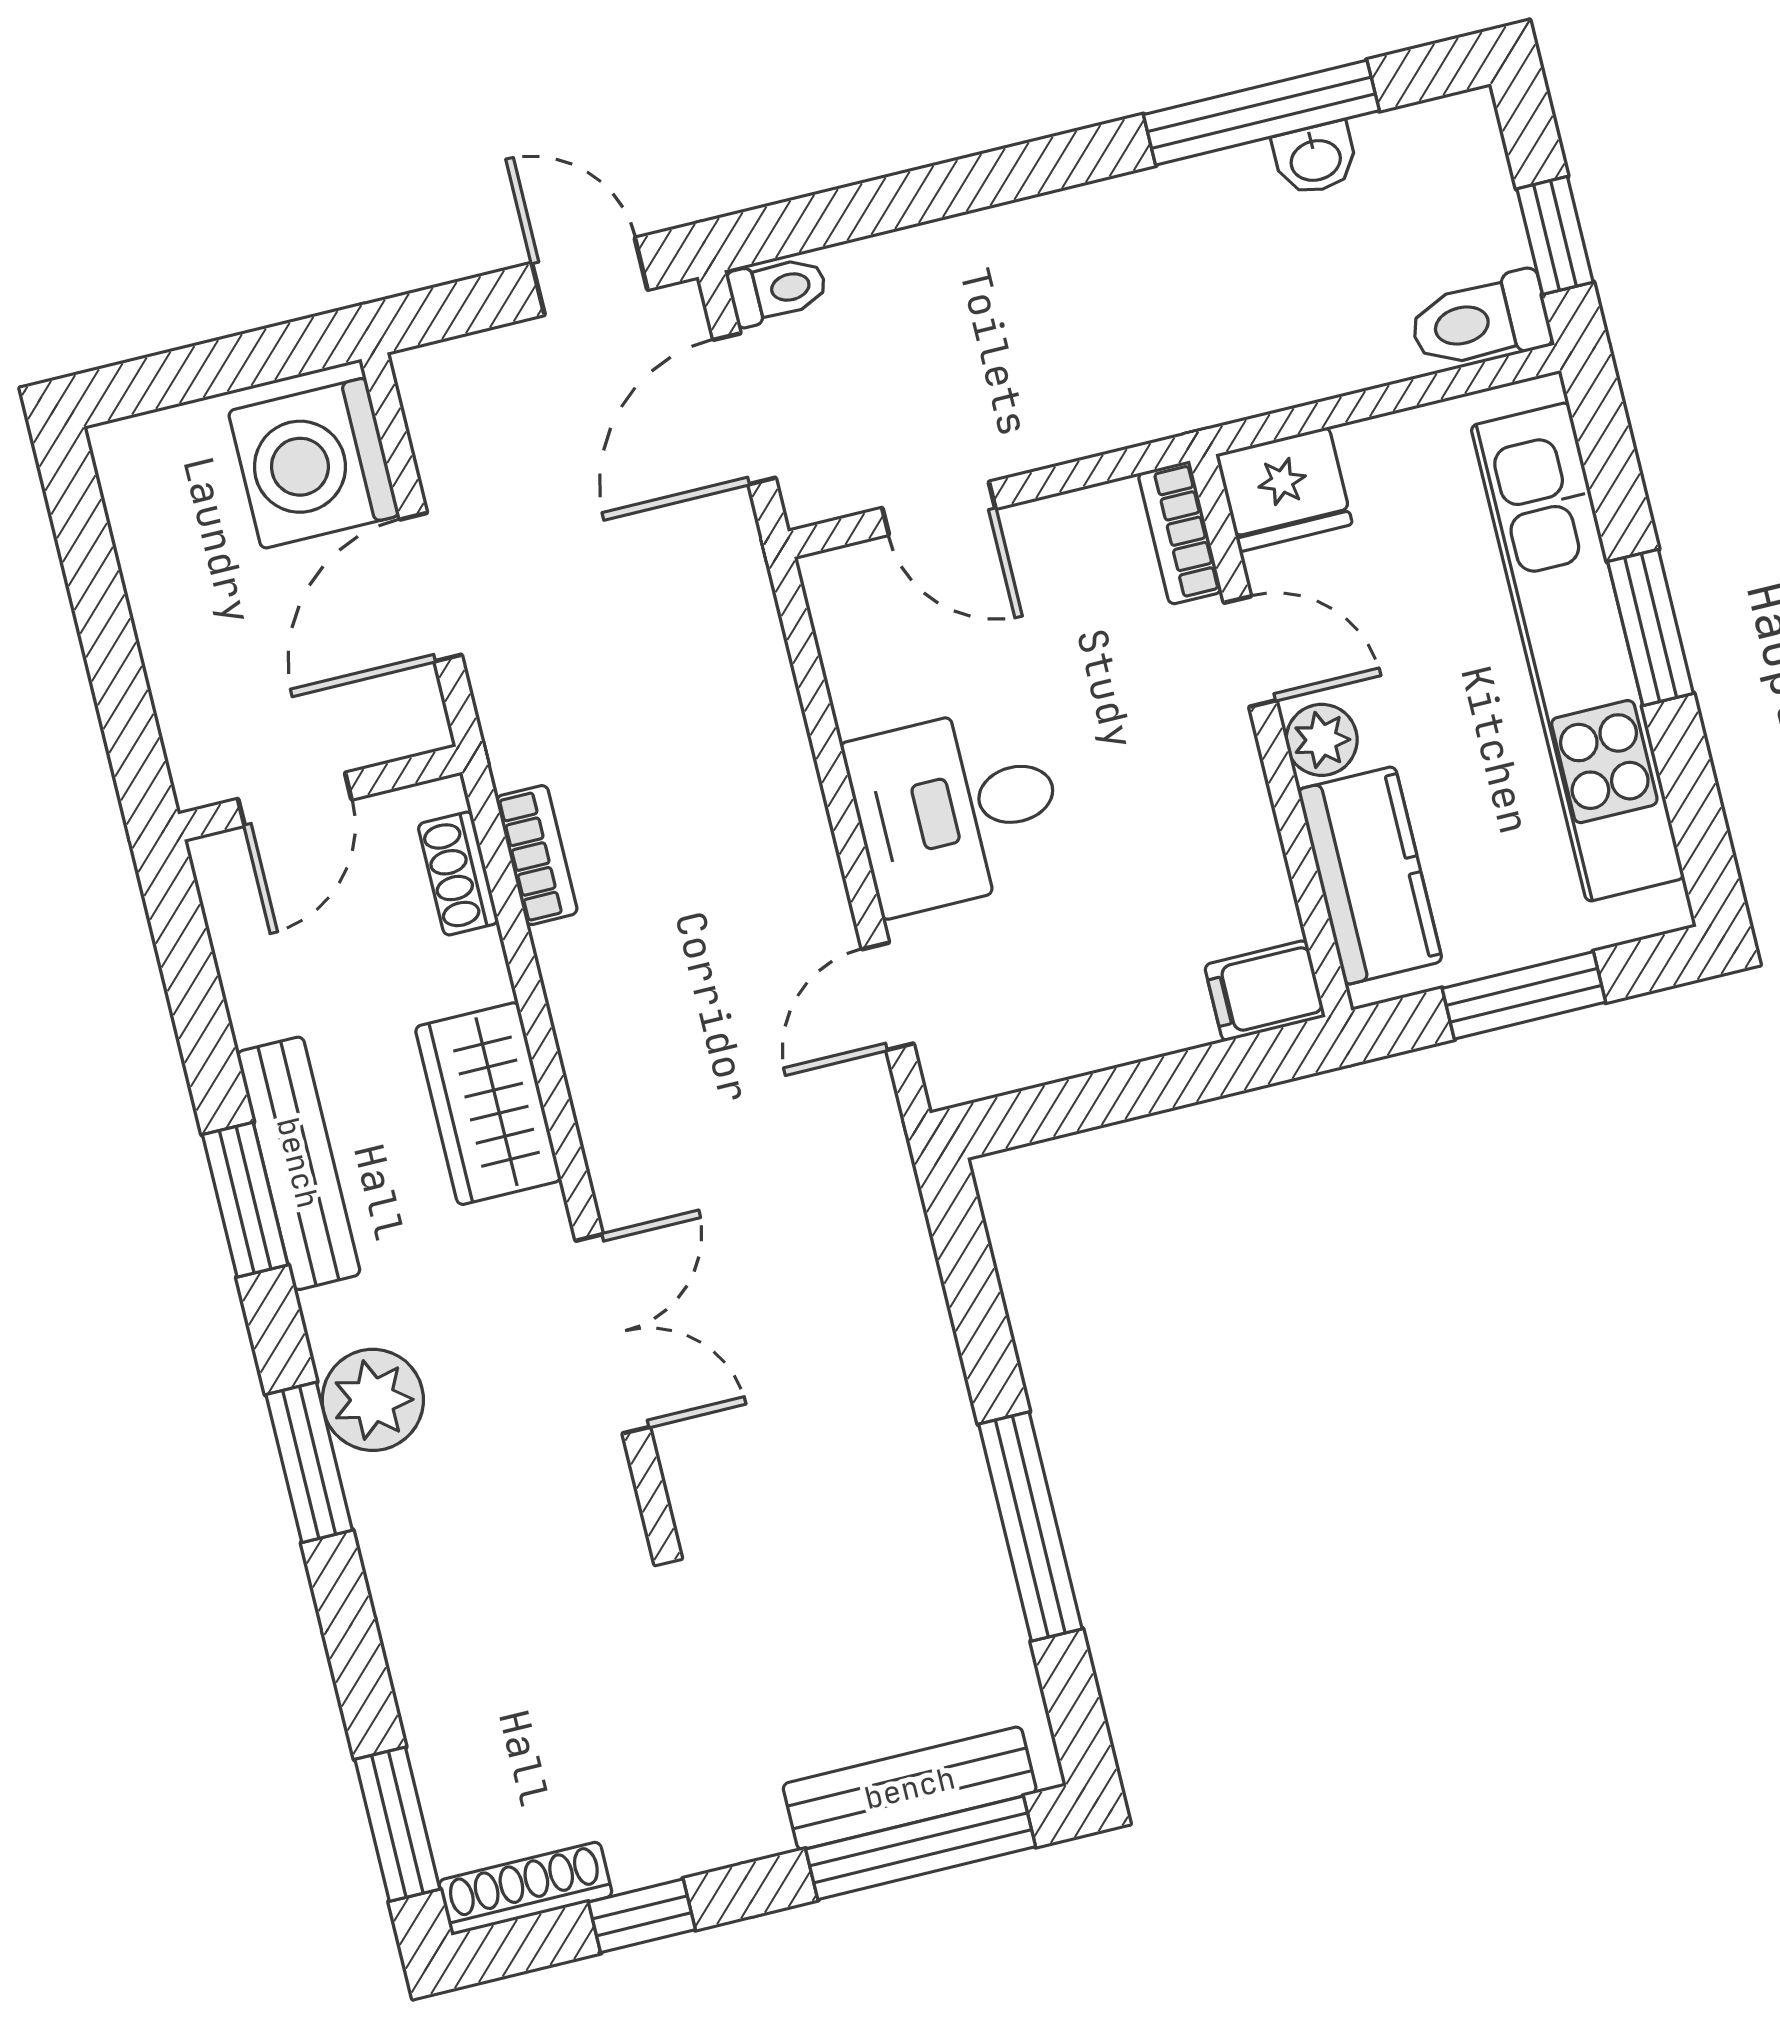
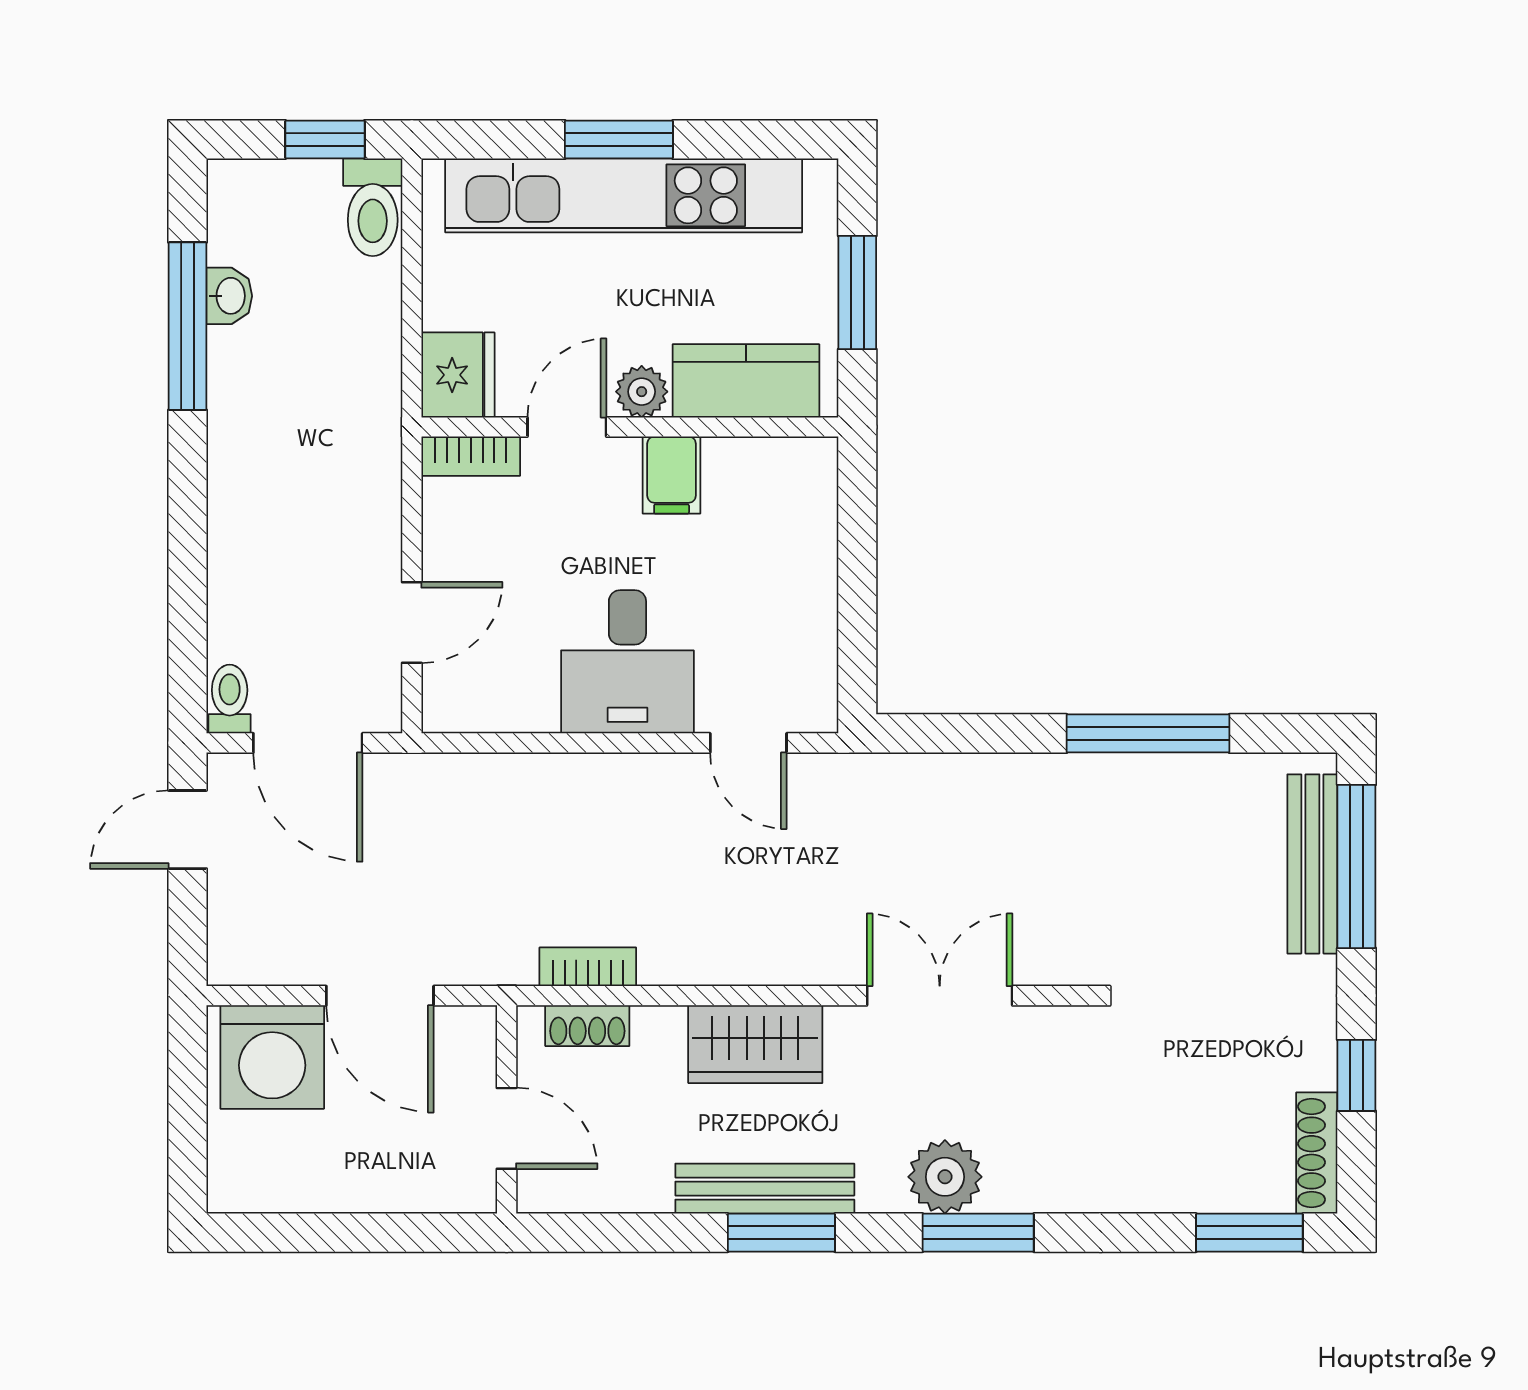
filing cabinet: (1265, 991) -> (672, 475), moved

